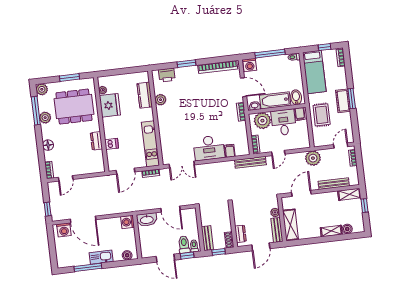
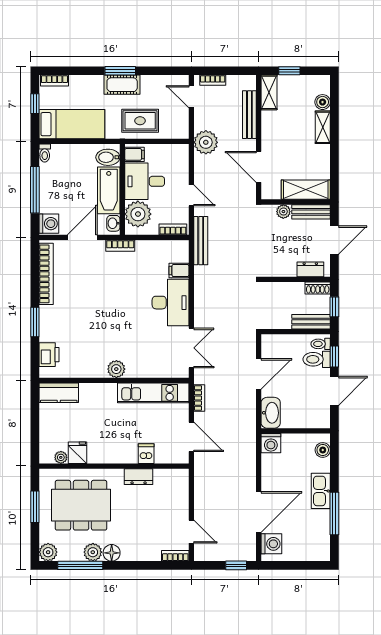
kitchen counter: (145, 95) -> (59, 393), moved
plant: (160, 100) -> (116, 369), moved
fridge: (110, 105) -> (78, 453), width x0.53, depth x0.75
dining table: (74, 107) -> (81, 505), turned 90
floor lamp: (48, 145) -> (112, 553), moved
door: (261, 247) -> (334, 240), hinge flipped

